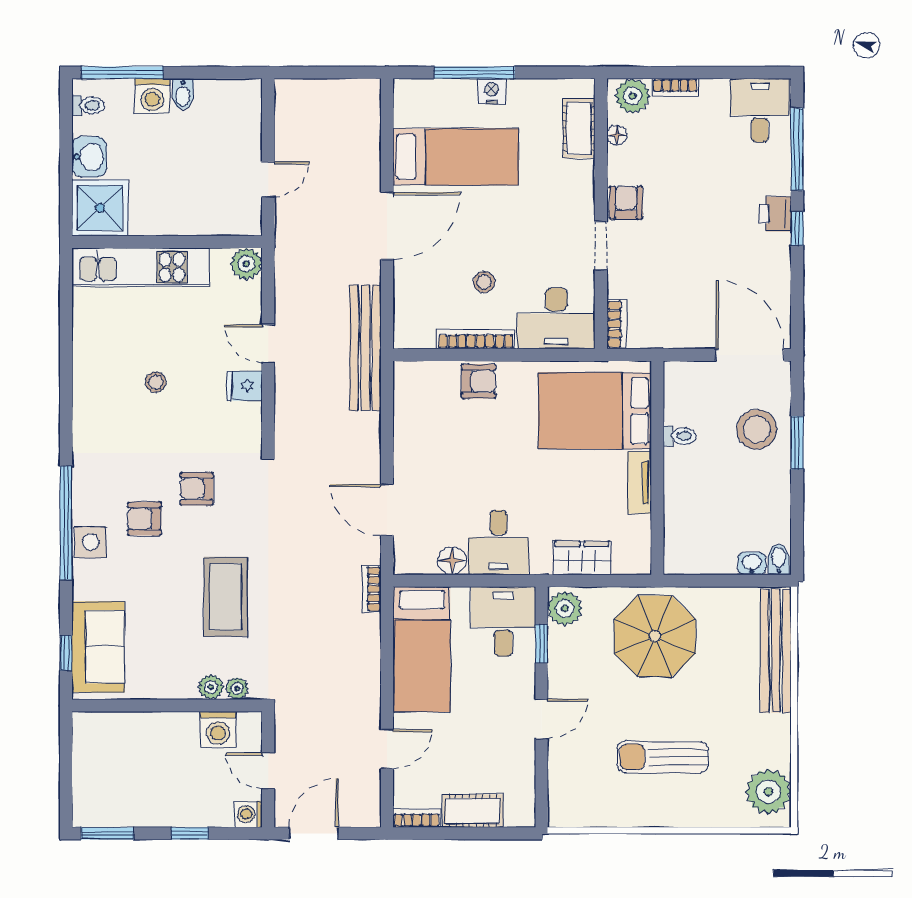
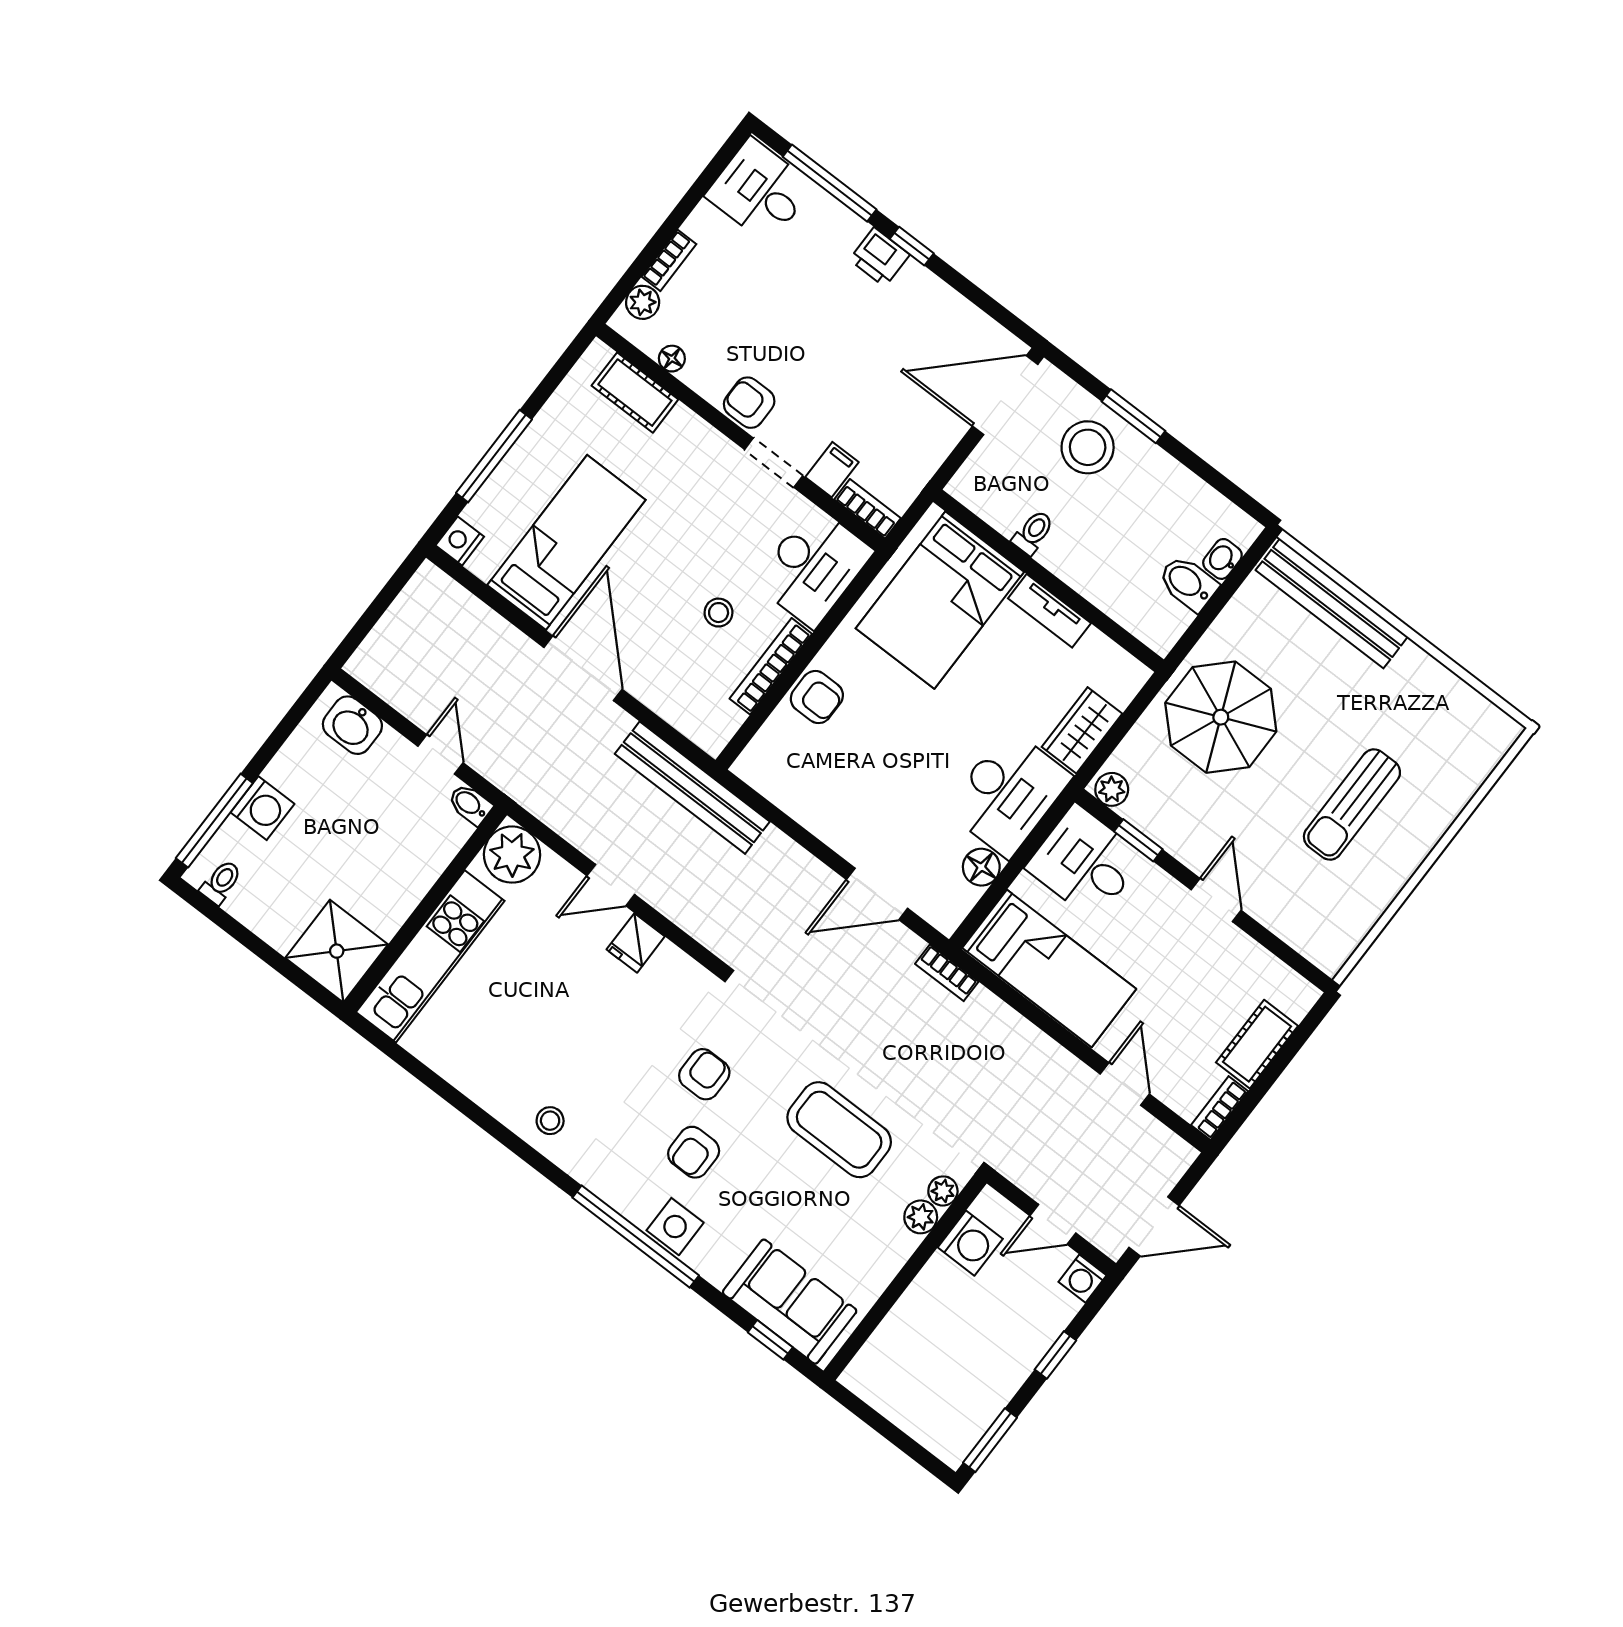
nightstand: (492, 91) -> (460, 541), moved
bidet: (183, 94) -> (470, 804), moved, turned 180
plant: (633, 96) -> (643, 302), width x0.73, depth x0.73
washbasin: (89, 157) -> (352, 725), moved, turned 180
plant: (246, 264) -> (512, 855), width x1.36, depth x1.36
filing cabinet: (624, 284) -> (832, 470), added
armchair: (479, 381) -> (817, 697), turned 90
stool: (156, 382) -> (550, 1121), moved
armchair: (197, 489) -> (704, 1074), turned 180
desk: (498, 542) -> (1008, 793), width x1.37
bidet: (779, 559) -> (1188, 583), moved, width x1.38, depth x1.36
plant: (565, 608) -> (1112, 789), width x0.73, depth x0.73
plant: (768, 792) -> (1472, 723), removed
door: (314, 833) -> (1154, 1227), swing flipped

